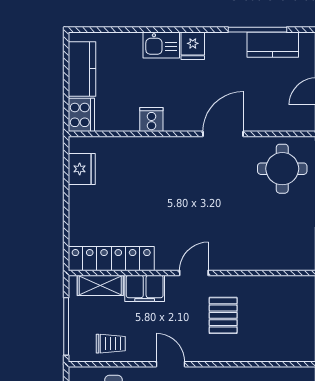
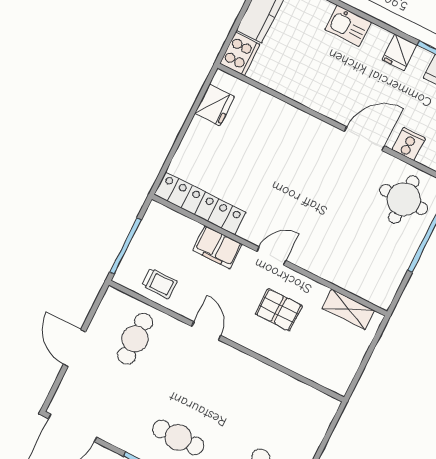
fridge: (193, 46) -> (399, 52), moved
cooker: (151, 120) -> (409, 144), moved
shelving: (100, 285) -> (348, 309), moved
pallet: (223, 315) -> (279, 310), turned 90

